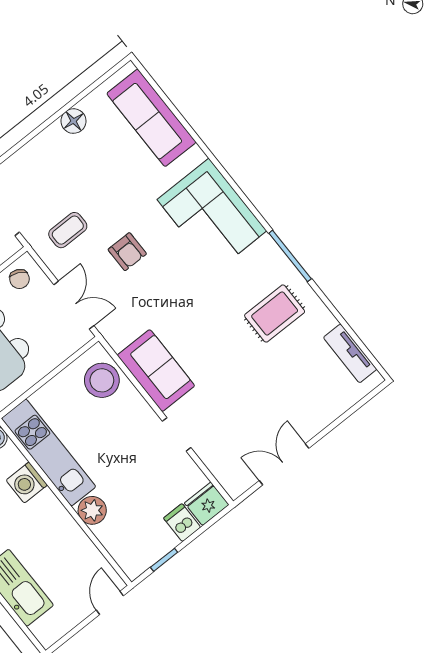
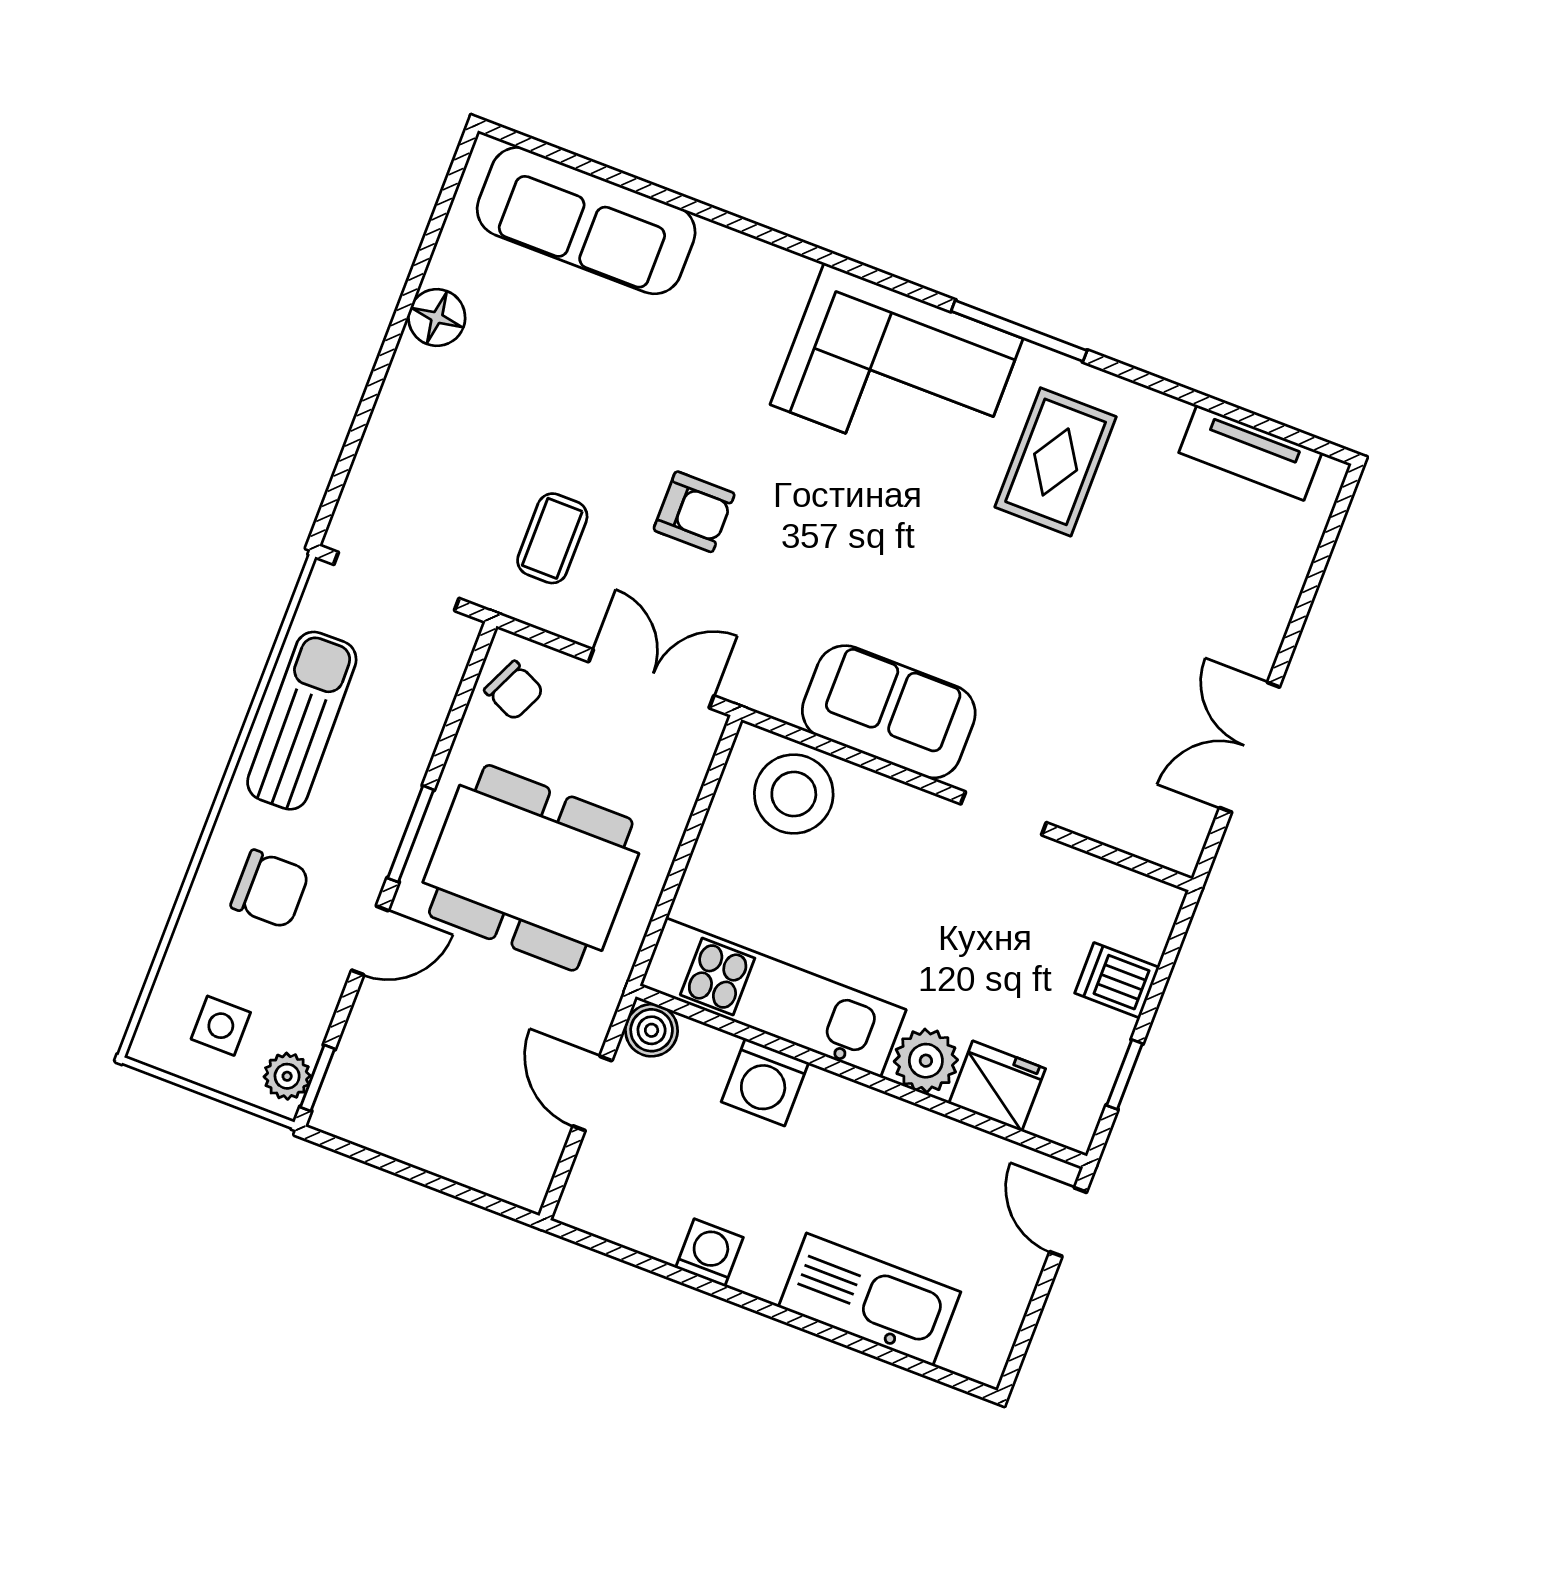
corner sofa: (212, 215) -> (897, 372), moved
fridge: (207, 504) -> (997, 1086), moved, turned 90

